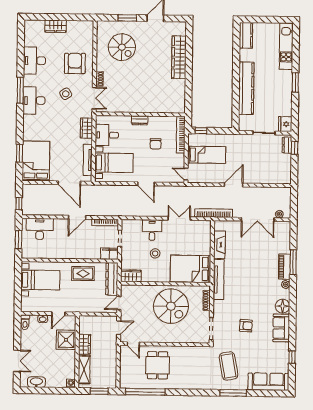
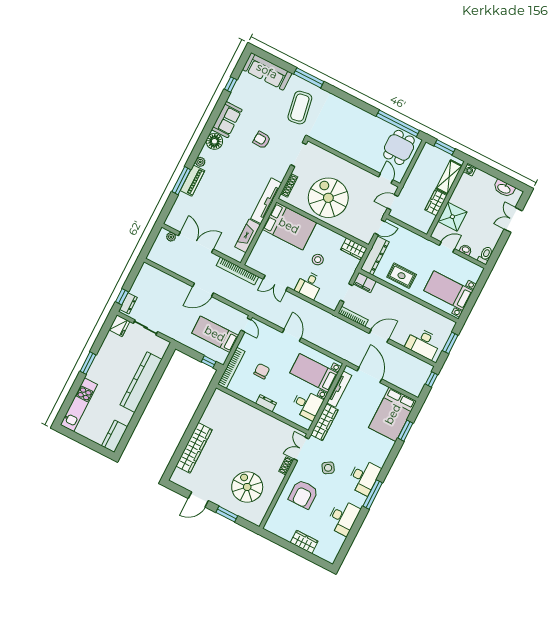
wardrobe: (86, 128) -> (324, 422), width x1.50
dining table: (158, 365) -> (399, 147), moved

